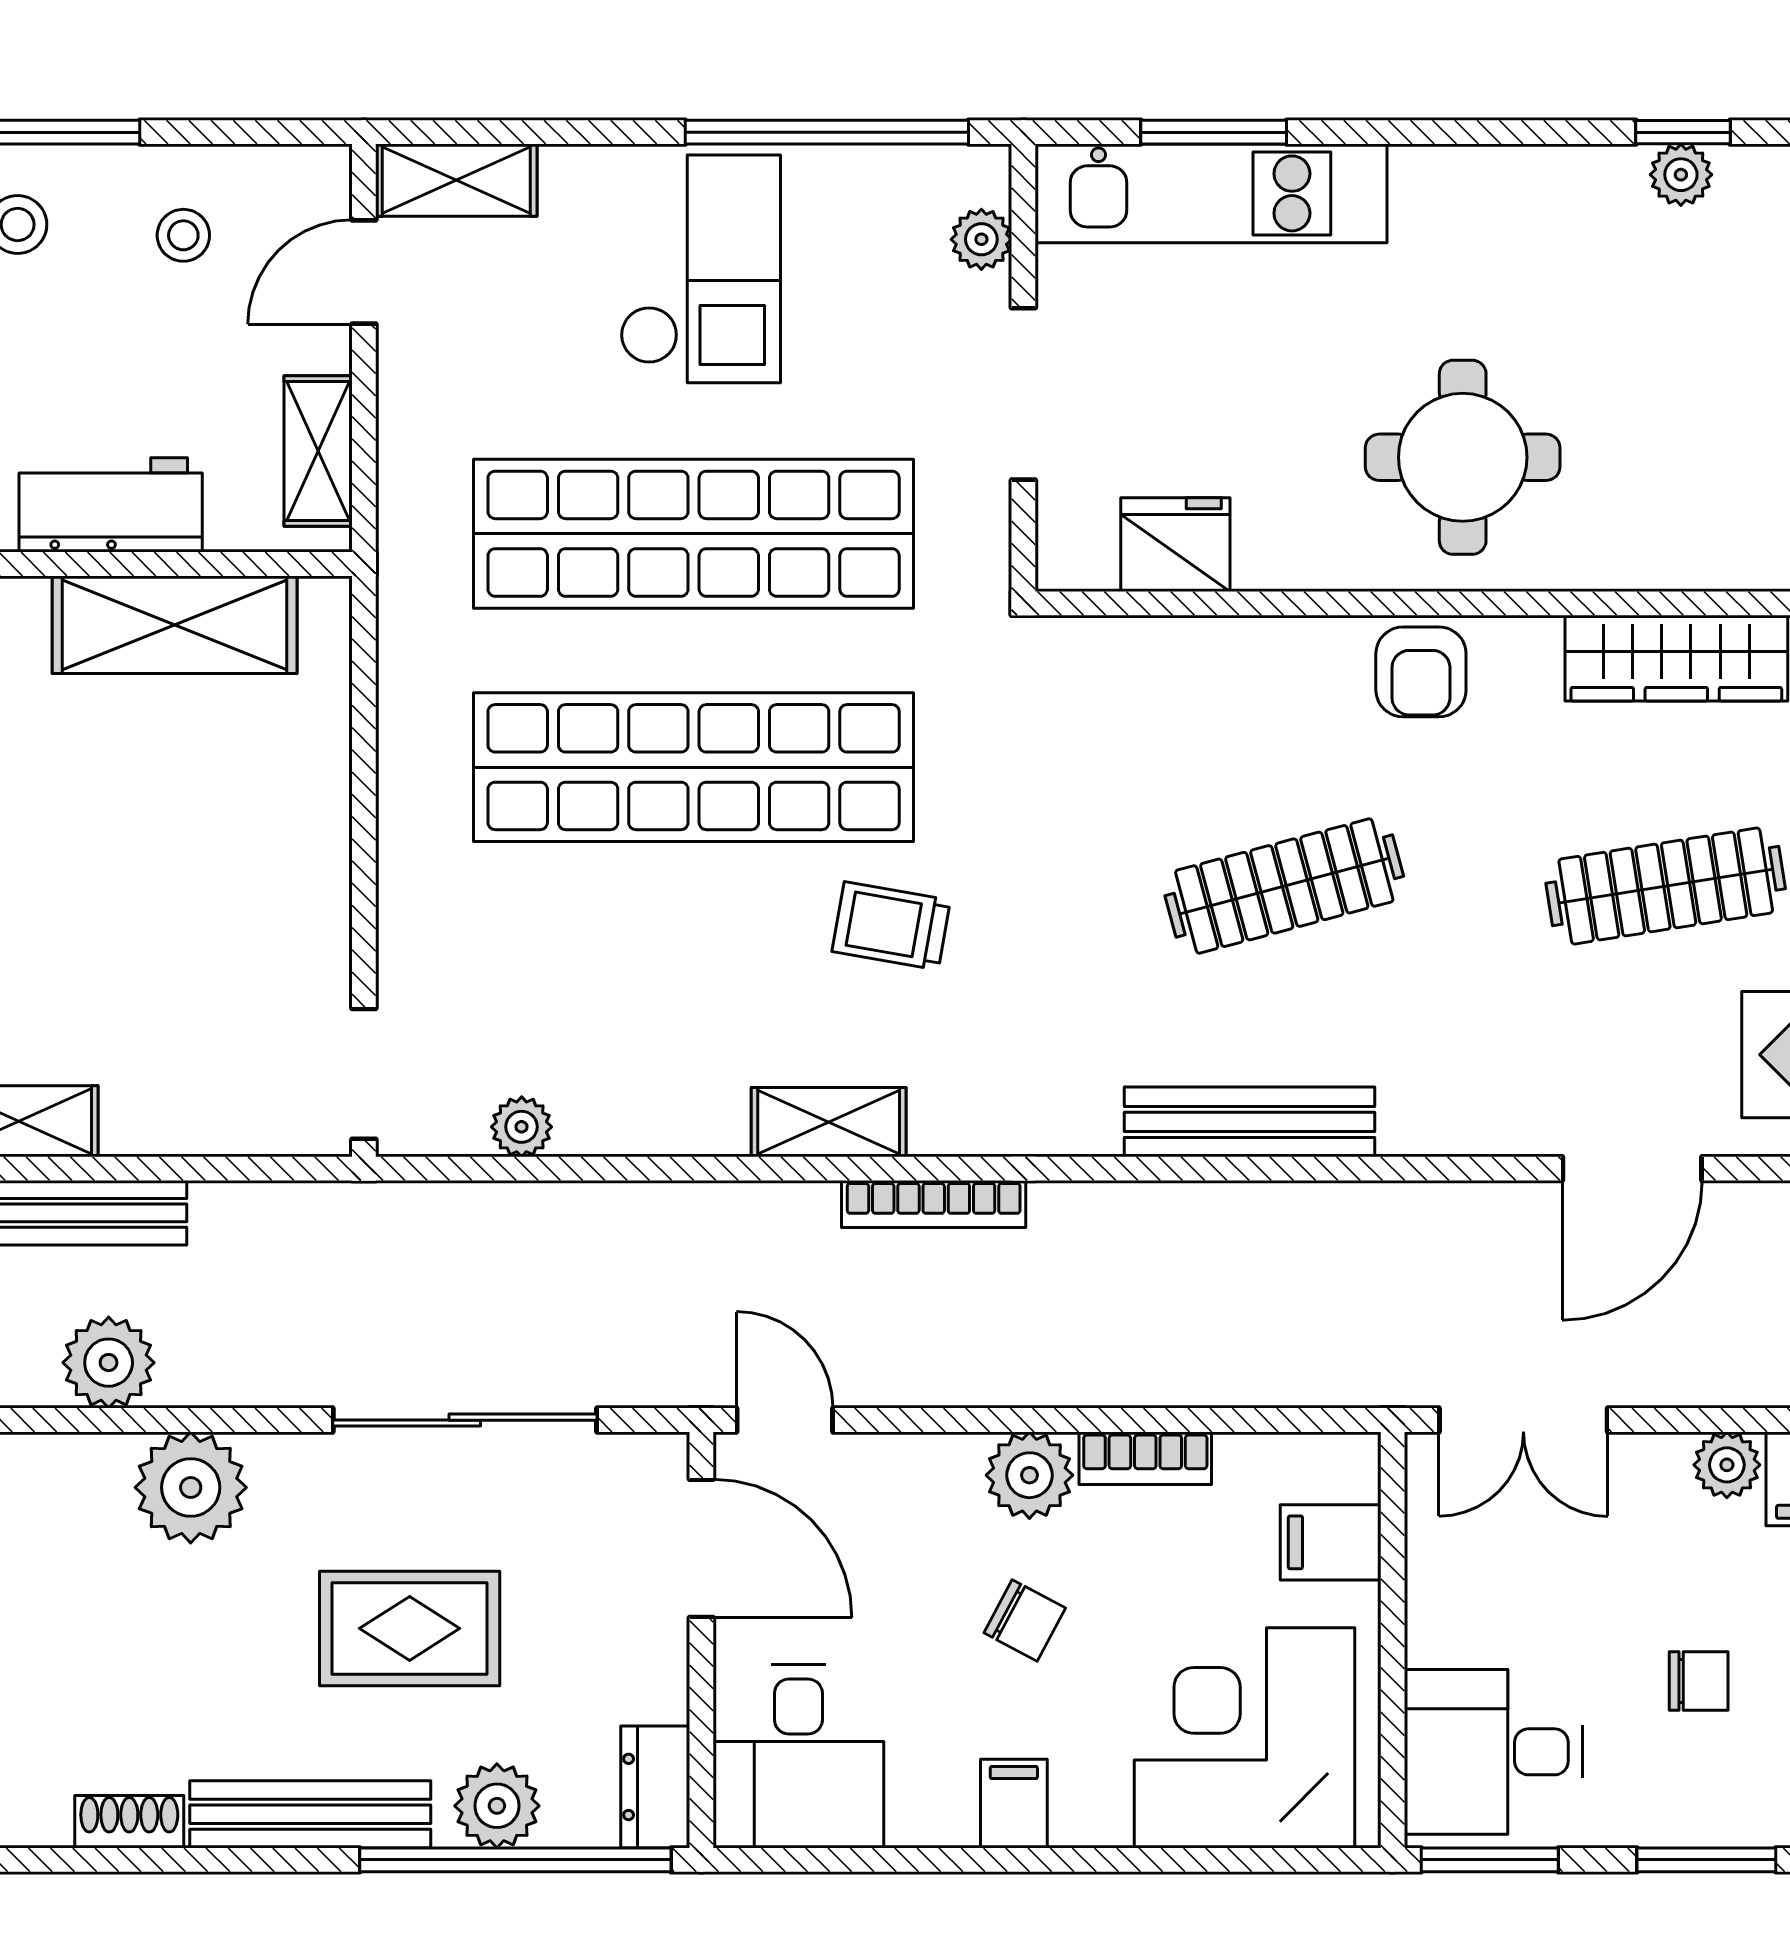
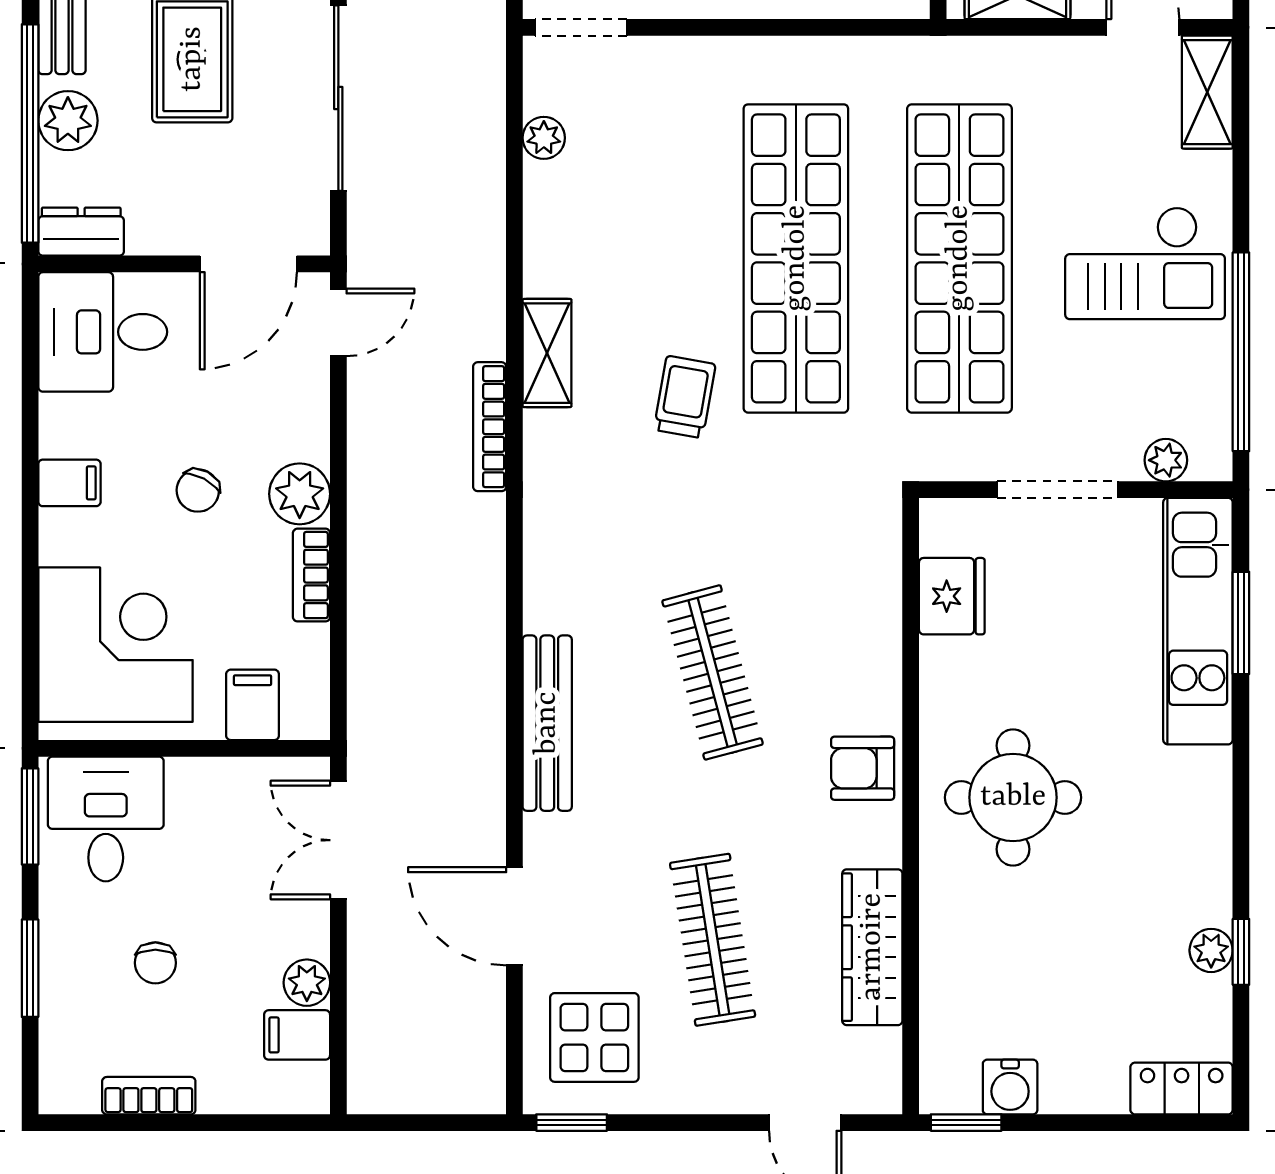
bench: (1250, 1122) -> (547, 723), moved

